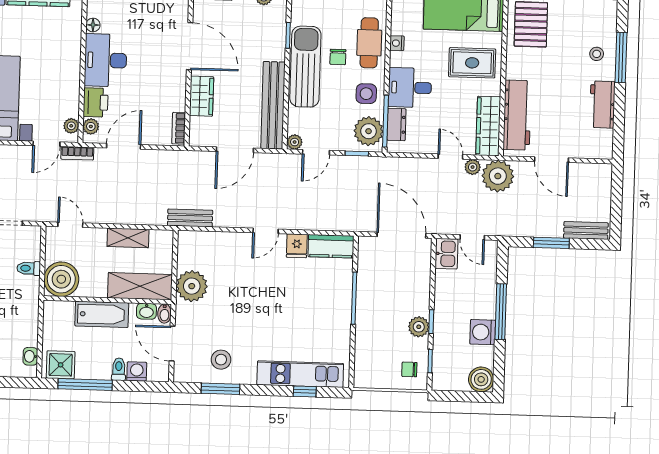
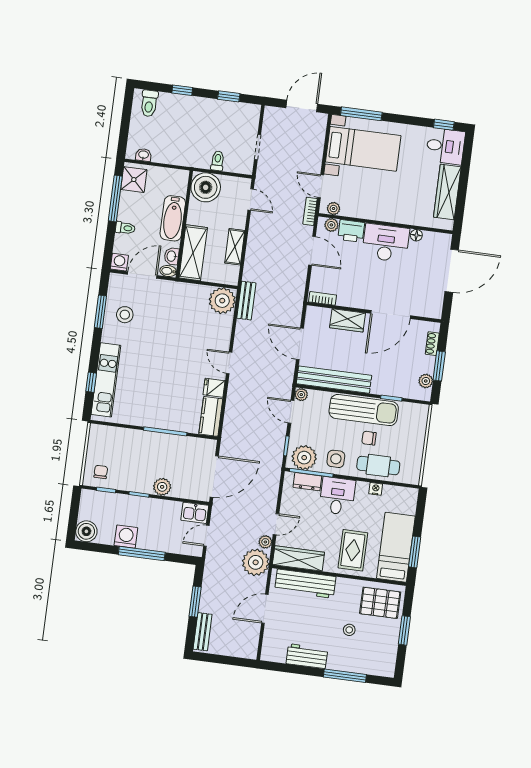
stool: (597, 54) -> (349, 630), moved
door: (70, 225) -> (251, 199), hinge flipped
plant: (192, 286) -> (222, 301), moved
plant: (419, 327) -> (162, 487), moved
washing machine: (137, 372) -> (119, 262), moved, turned -90

